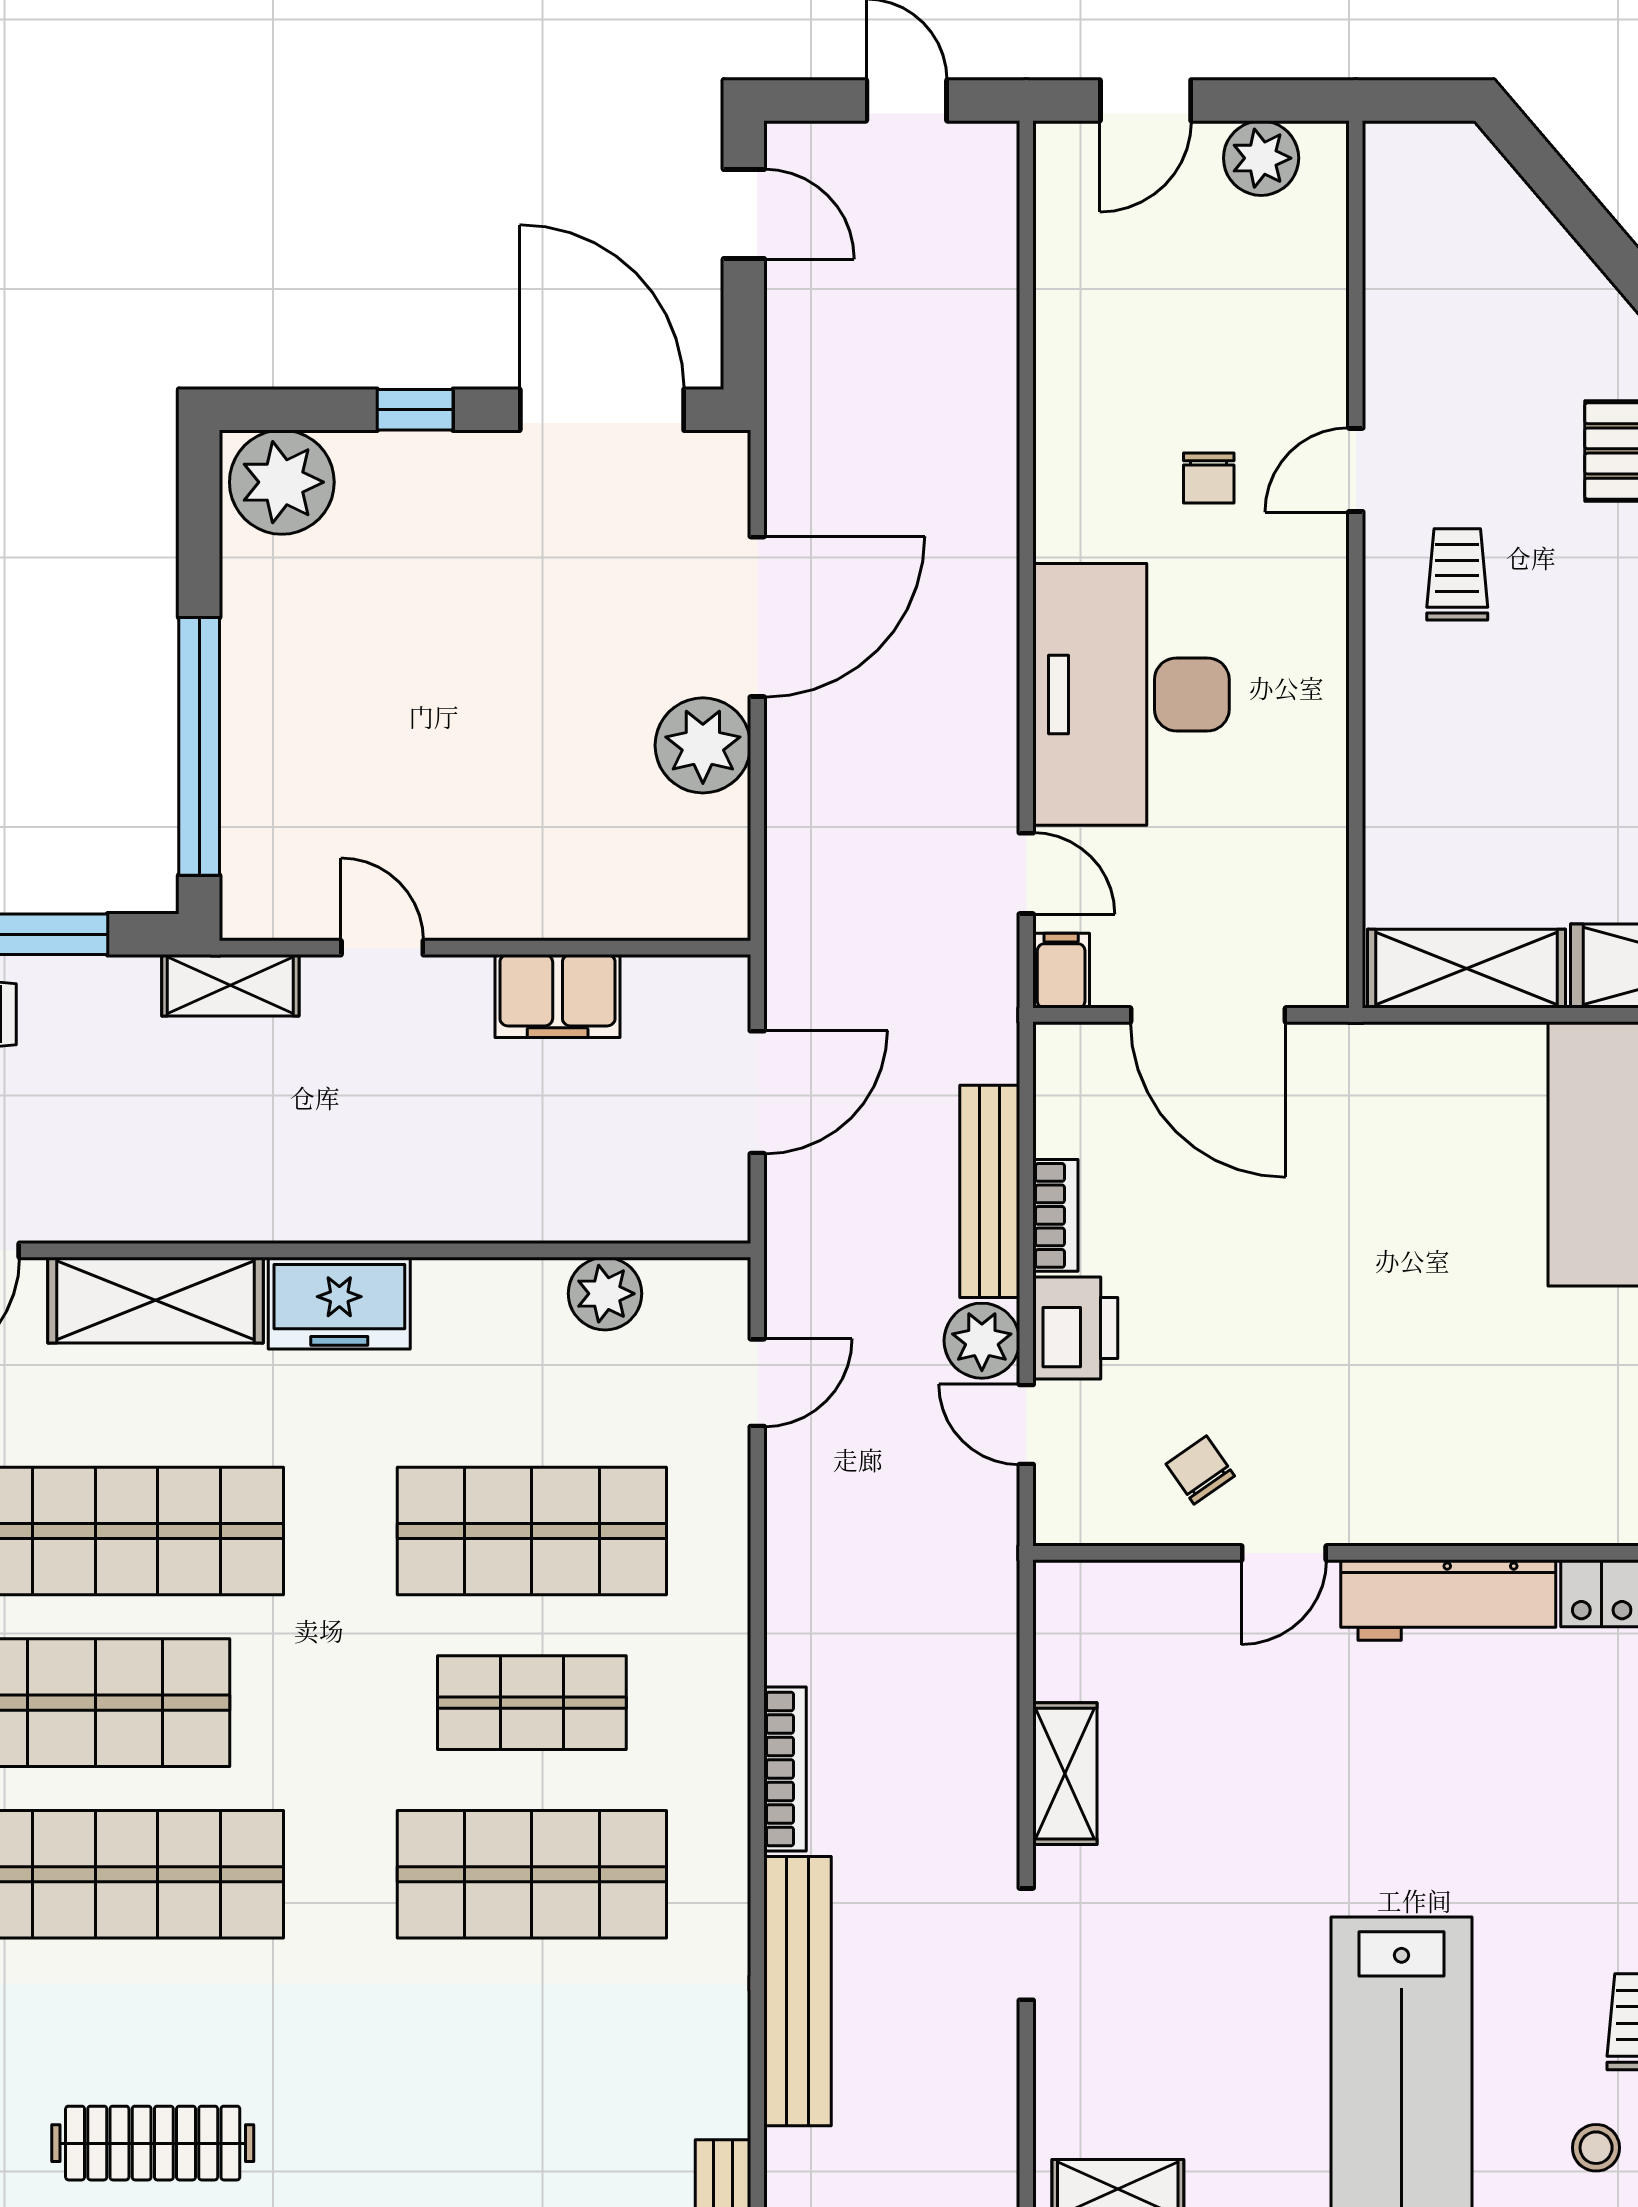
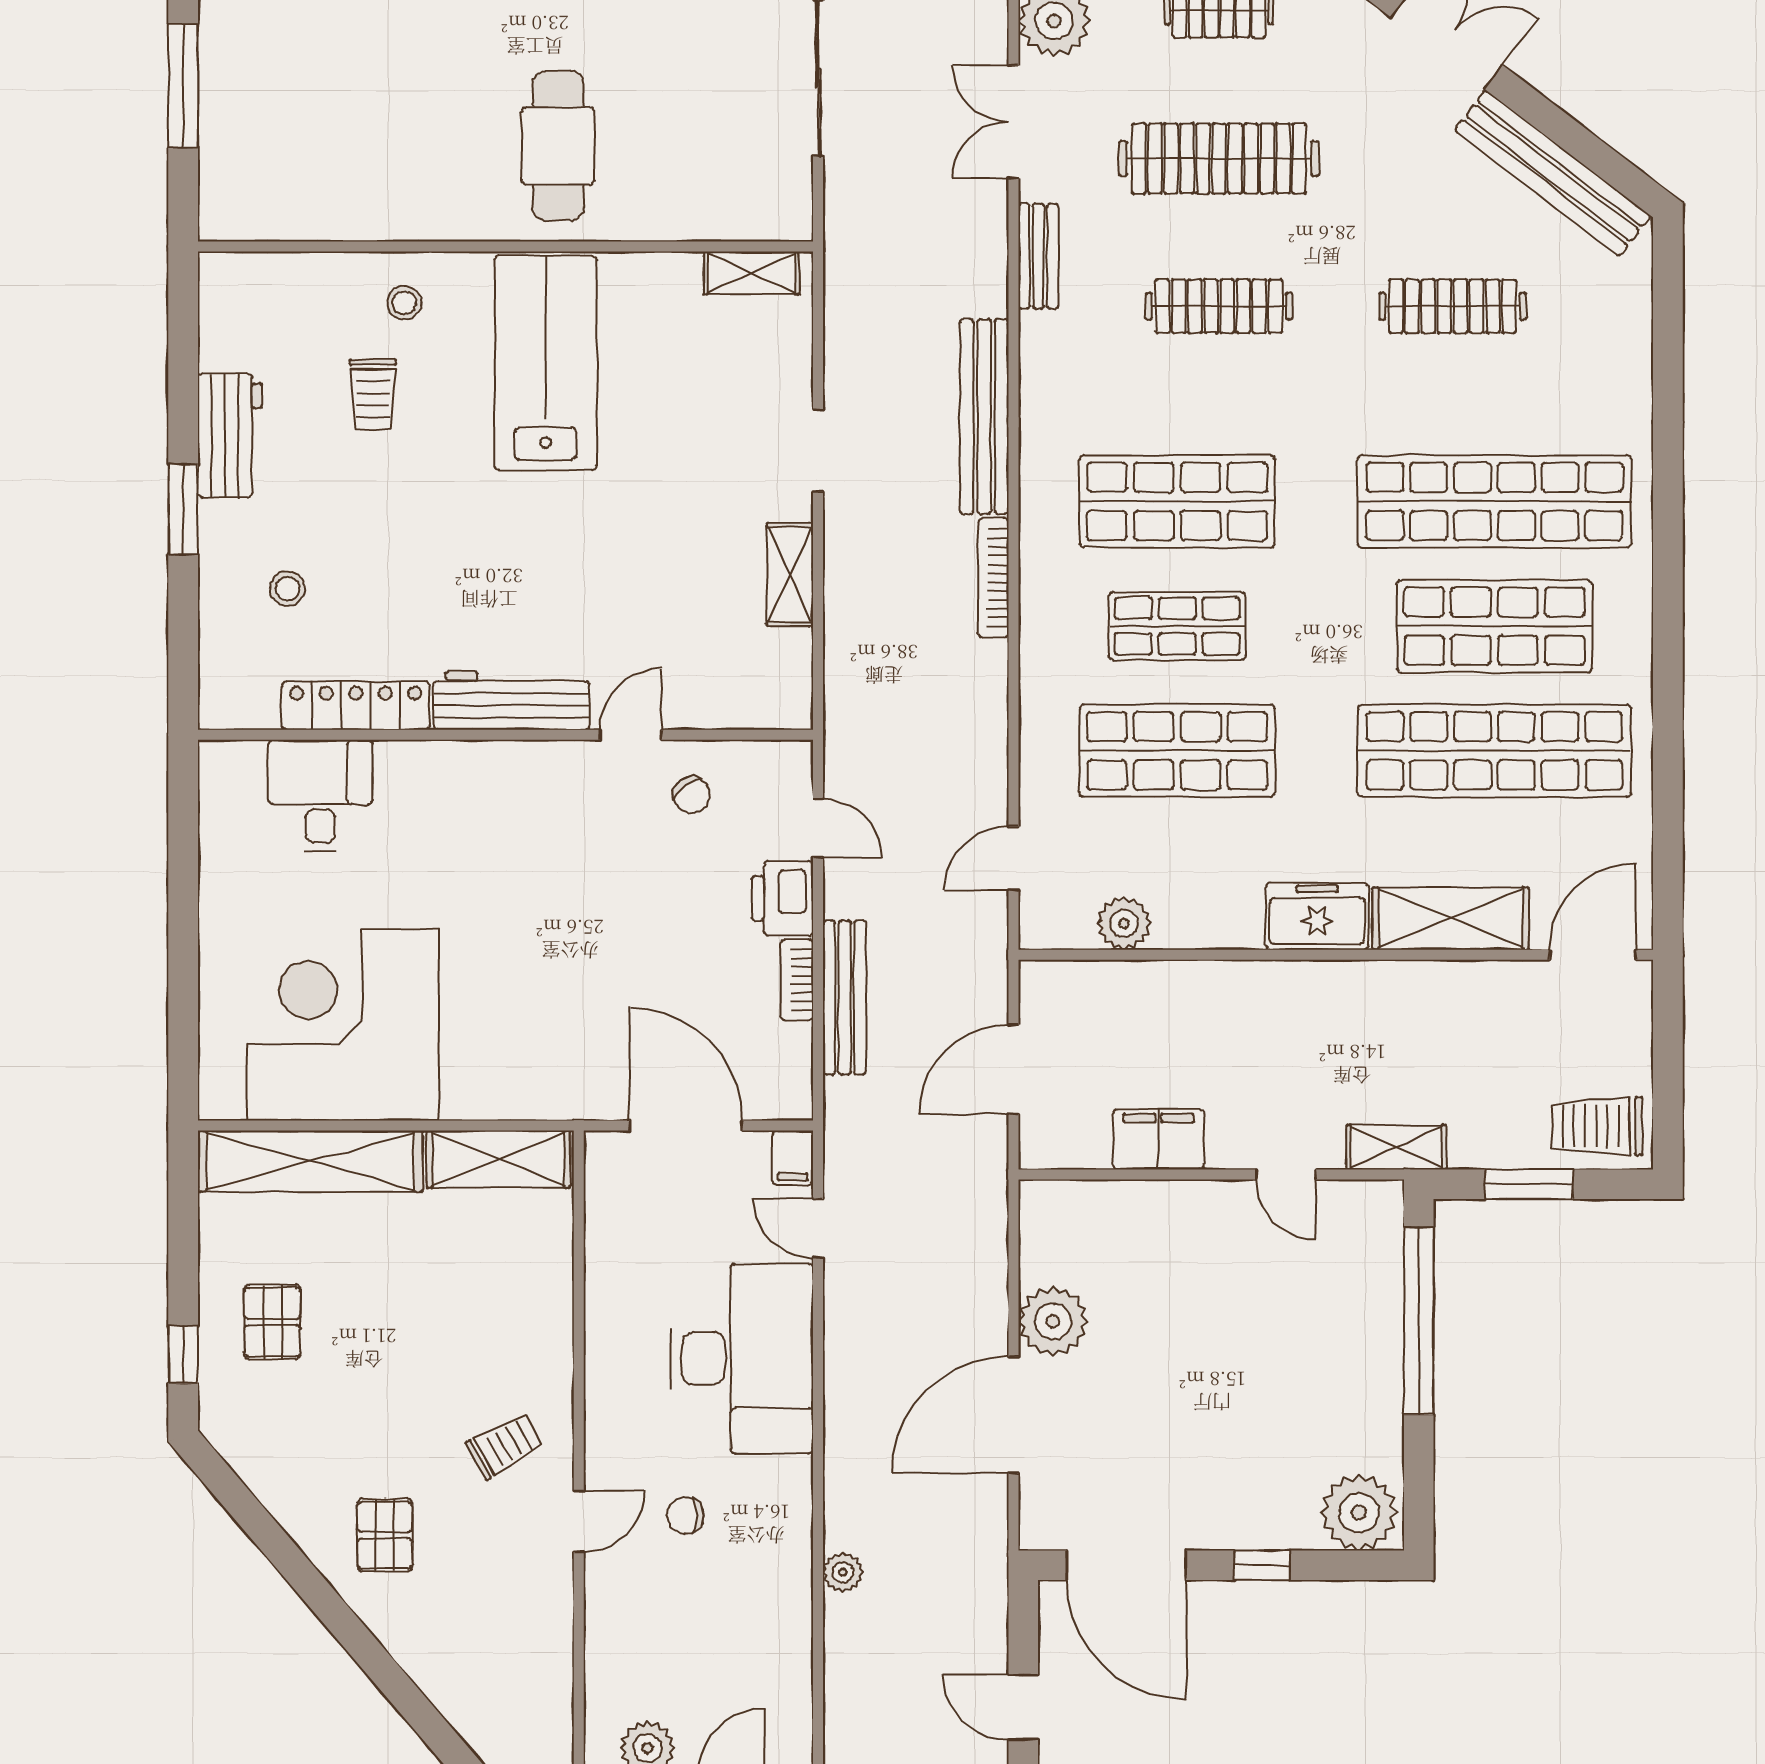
chair: (1209, 478) -> (686, 1516), turned -90
trolley: (1457, 574) -> (505, 1446), turned -119
plant: (982, 1341) -> (843, 1572), moved, width x0.73, depth x0.73
clothes rail: (474, 2143) -> (1219, 306), added

